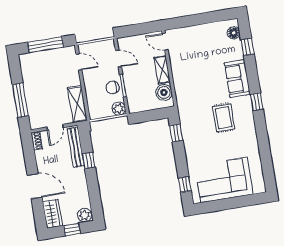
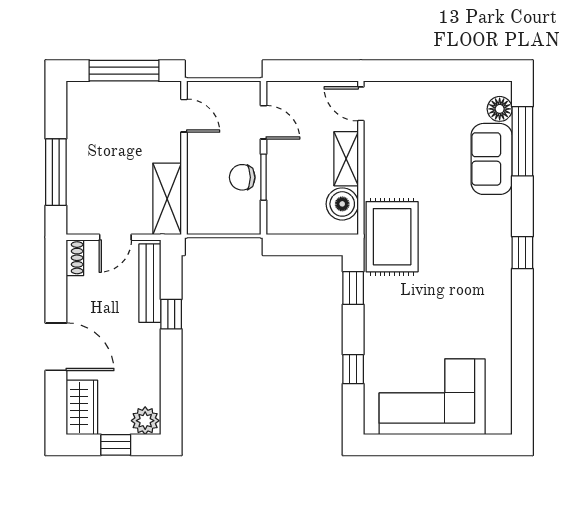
window: (248, 47) -> (522, 141), width x2.17
sofa: (237, 79) -> (492, 159), moved
plant: (119, 109) -> (247, 221), removed
rug: (224, 118) -> (392, 237), moved, width x1.36, depth x1.43
window: (185, 184) -> (353, 369), moved

